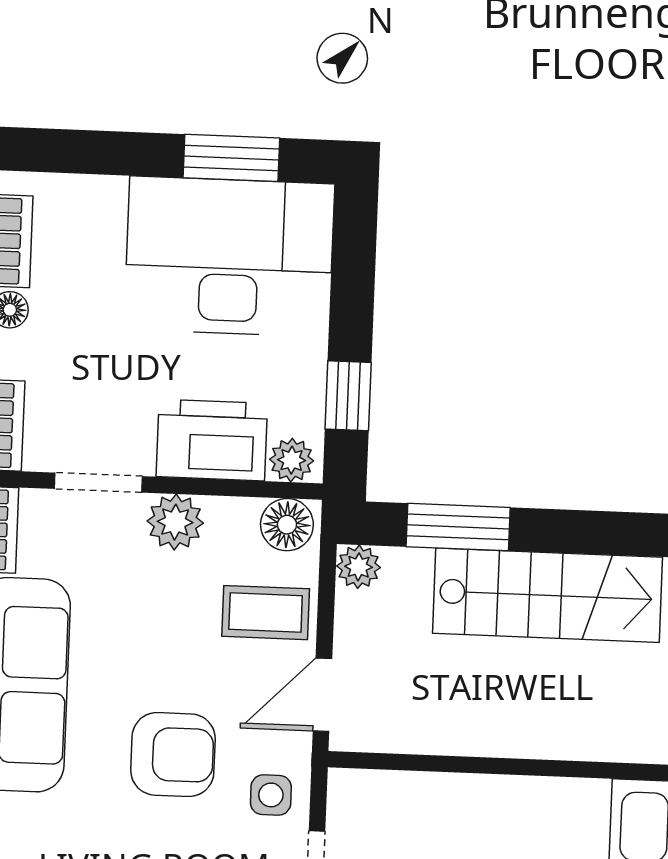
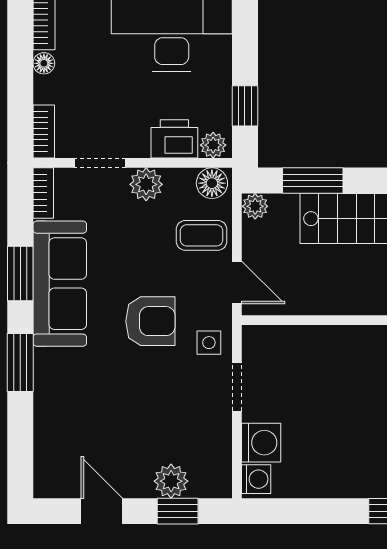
printer: (212, 440) -> (174, 139), width x0.73, depth x0.84
door: (322, 695) -> (237, 282), swing flipped

